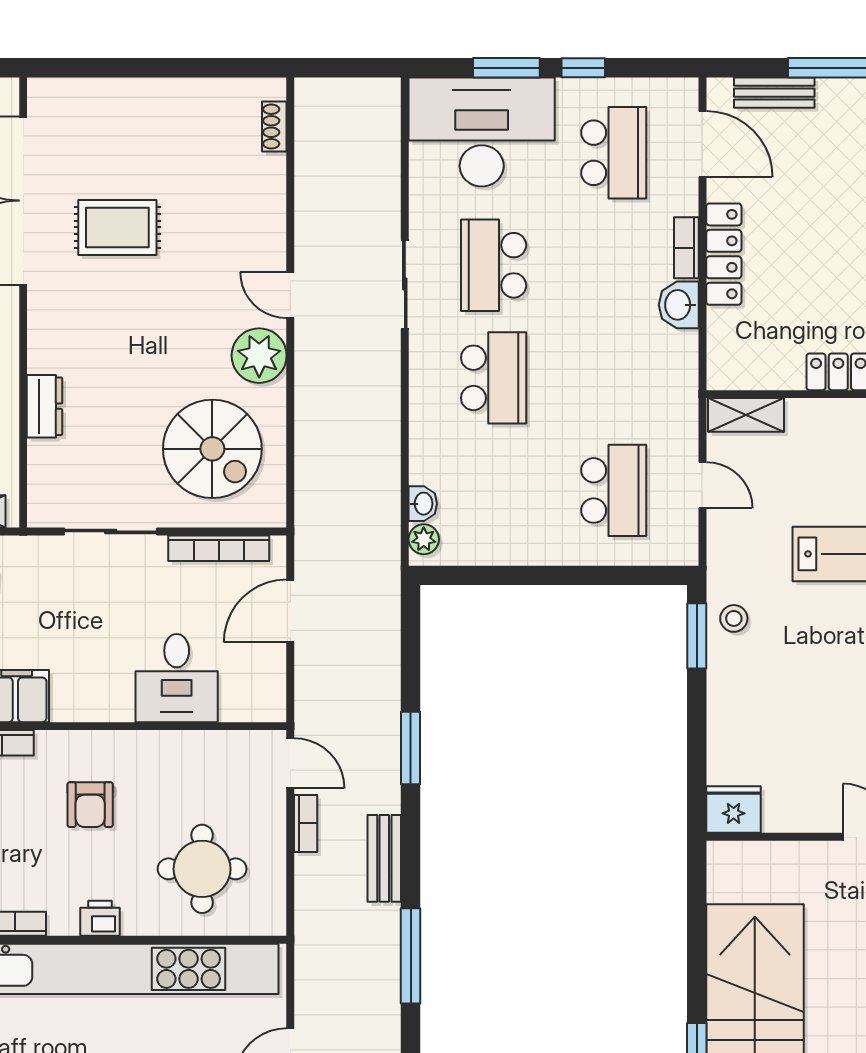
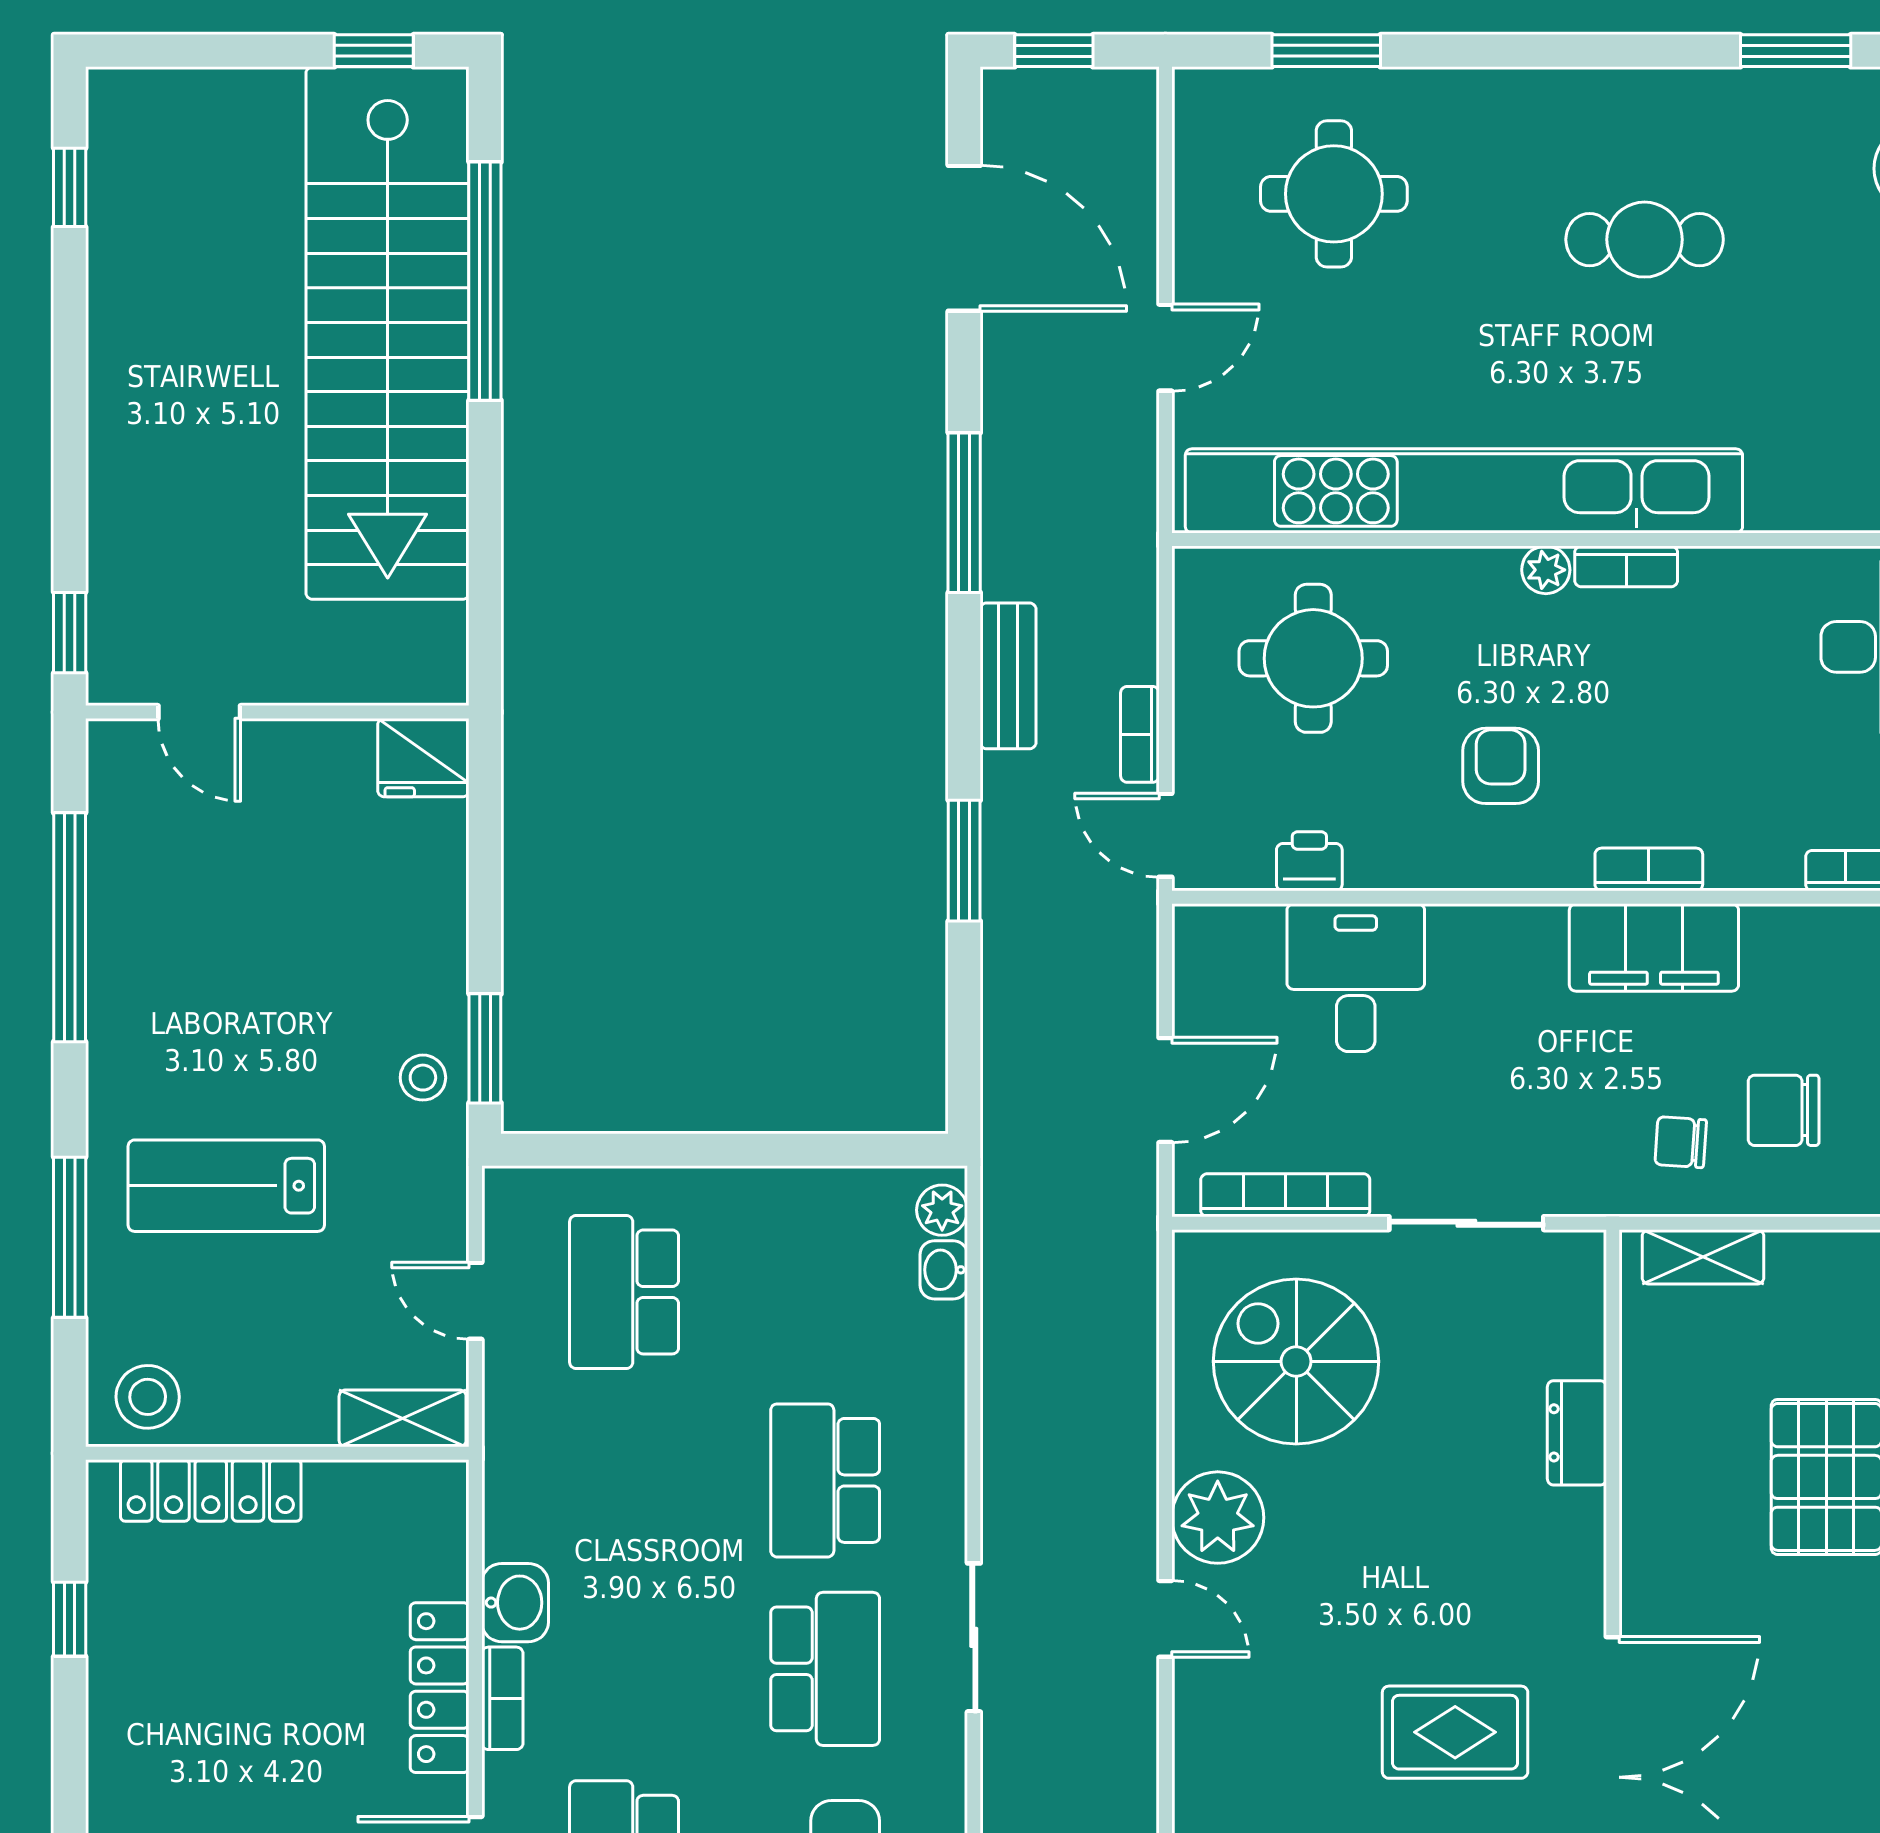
printer: (100, 918) -> (1309, 861), moved, turned 180
plant: (63, 922) -> (1546, 570), added

